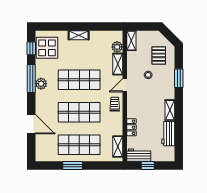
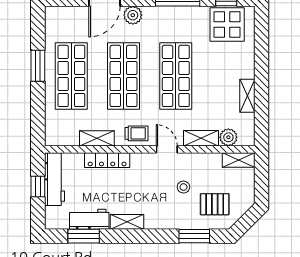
shelving: (79, 35) -> (247, 96), moved
window: (179, 78) -> (194, 236), moved
plant: (41, 84) -> (133, 15), moved
locker: (131, 127) -> (107, 160), width x1.53
window: (179, 137) -> (84, 236), added
shelving: (118, 146) -> (97, 138), moved
workbench: (139, 155) -> (54, 179), width x1.38

